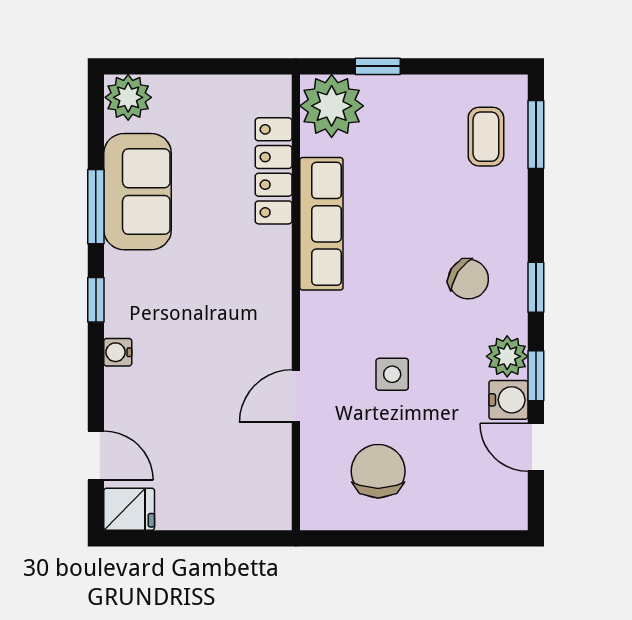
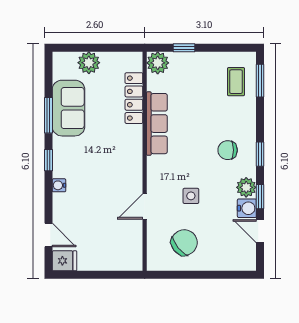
plant: (128, 97) -> (89, 63), moved
plant: (332, 106) -> (158, 63), width x0.73, depth x0.73
chair: (468, 279) -> (228, 150), turned 147
chair: (378, 471) -> (184, 243), turned 51

